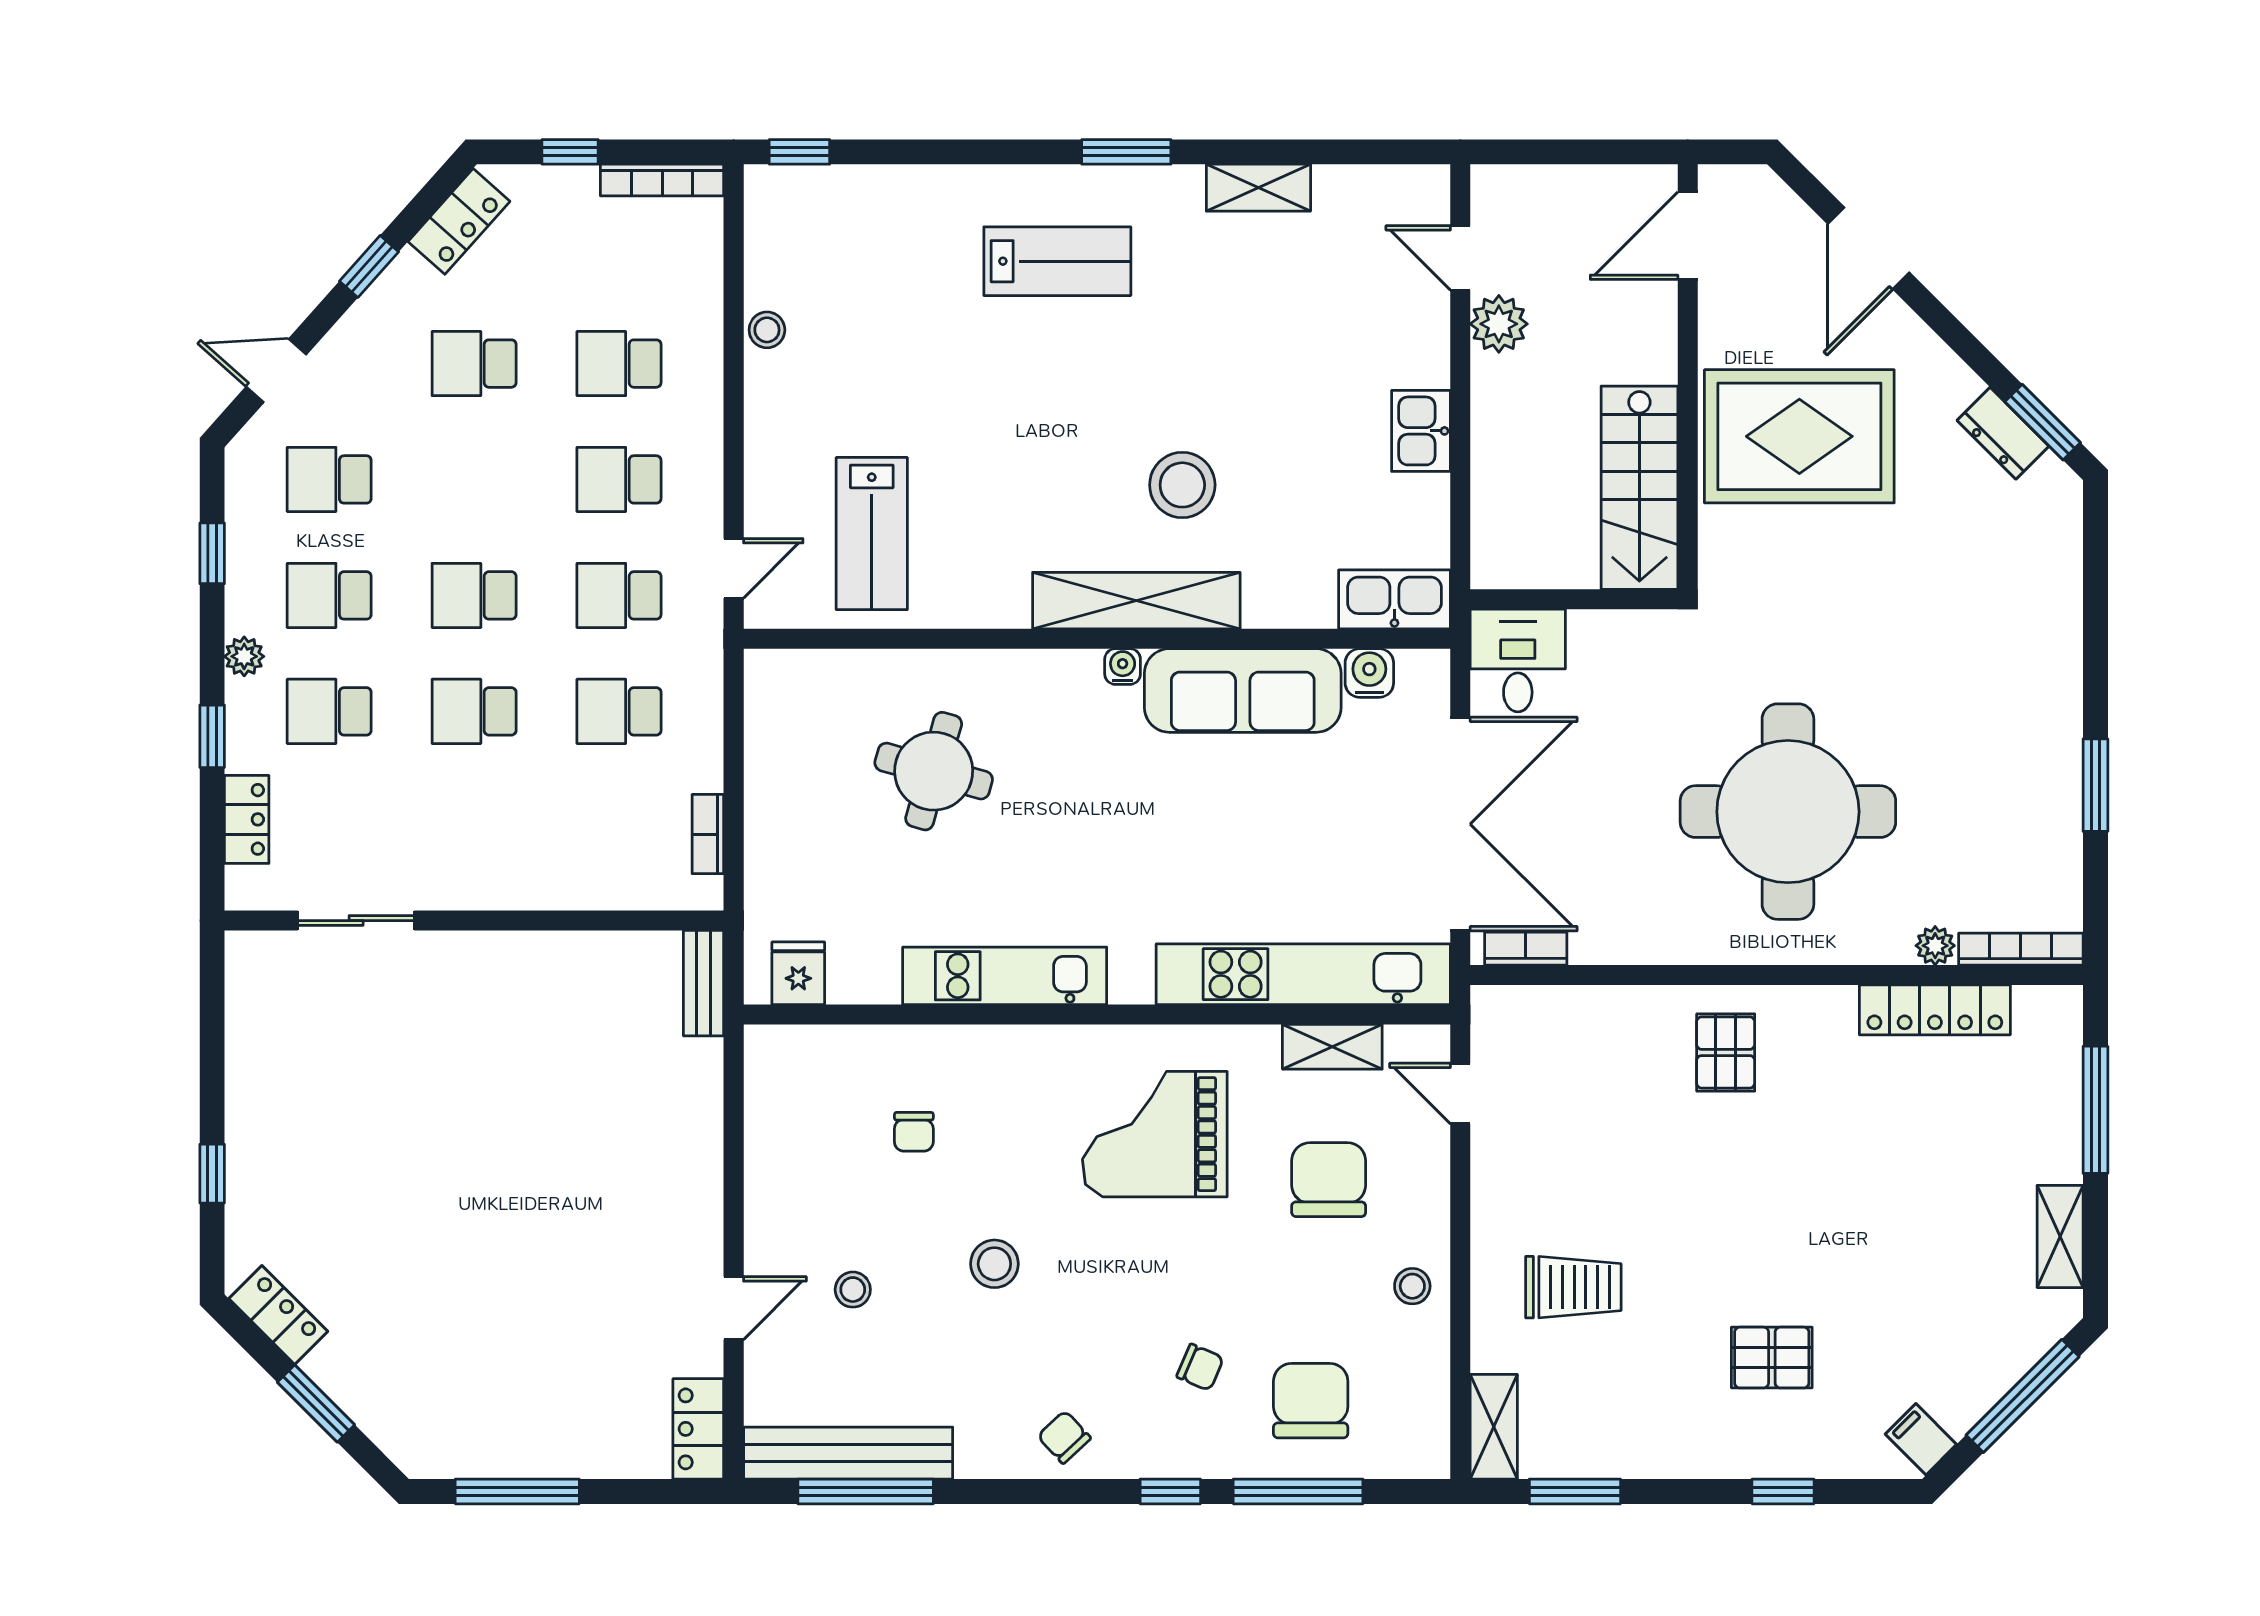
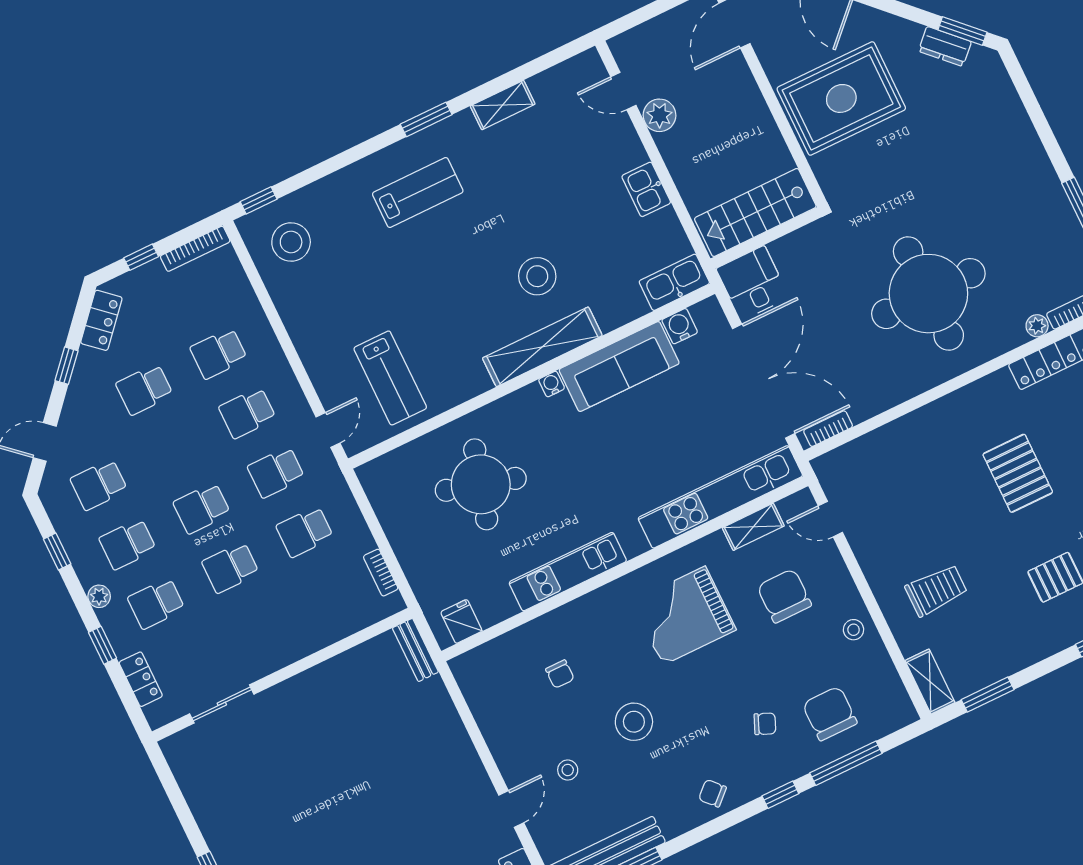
stool: (767, 330) -> (291, 242), moved, width x1.89, depth x1.89
stairs: (1639, 488) -> (755, 212), moved, turned 90
round table: (934, 771) -> (481, 484), width x1.36, depth x1.36
pallet: (1726, 1052) -> (1018, 473), moved, width x1.50, depth x1.42
stool: (994, 1264) -> (634, 722), width x1.38, depth x1.38

